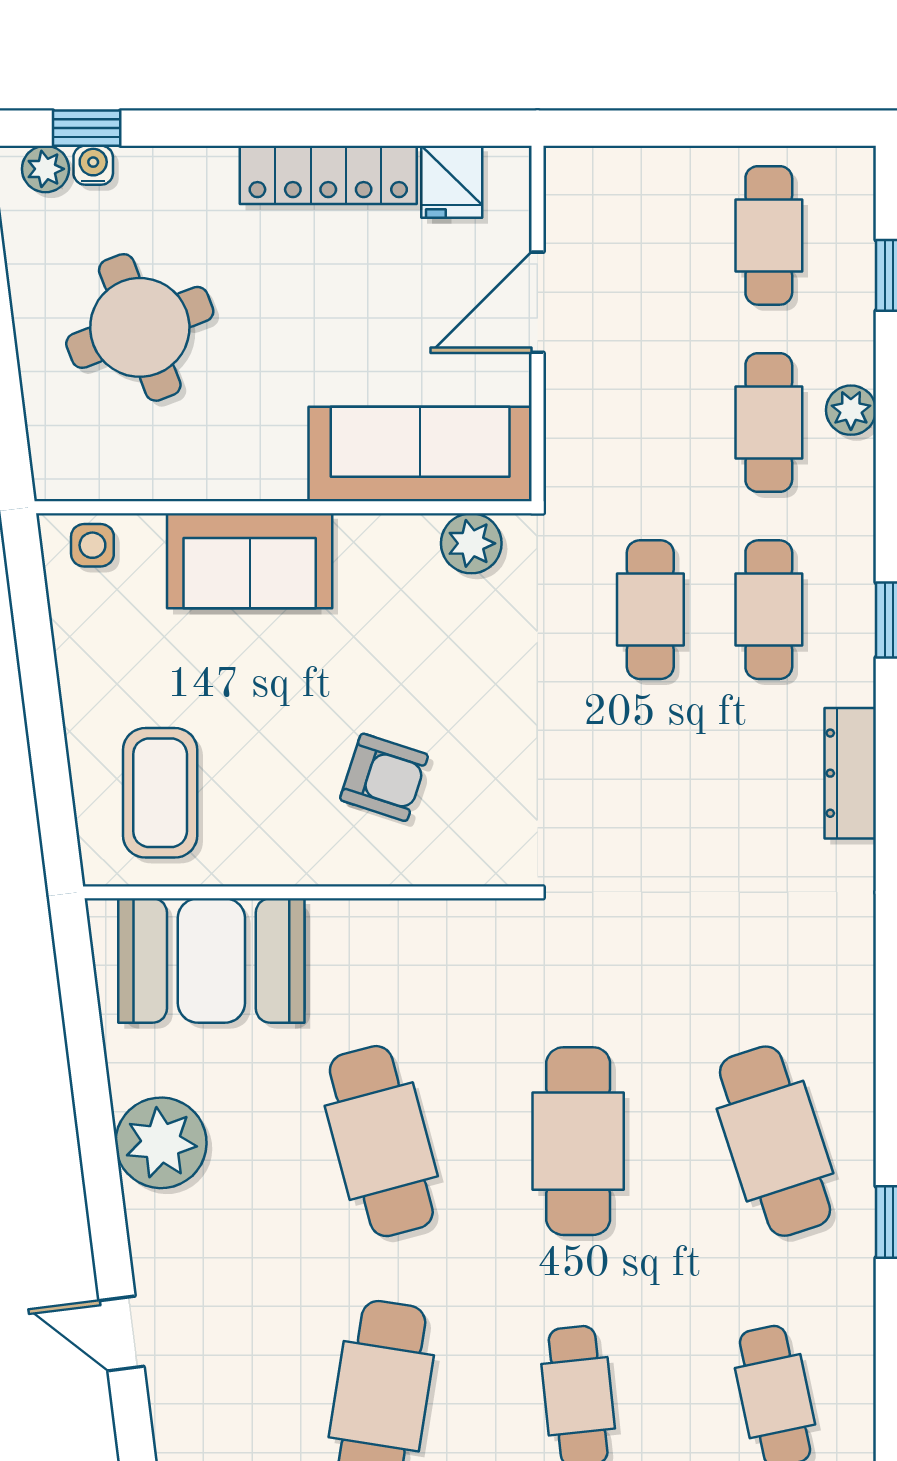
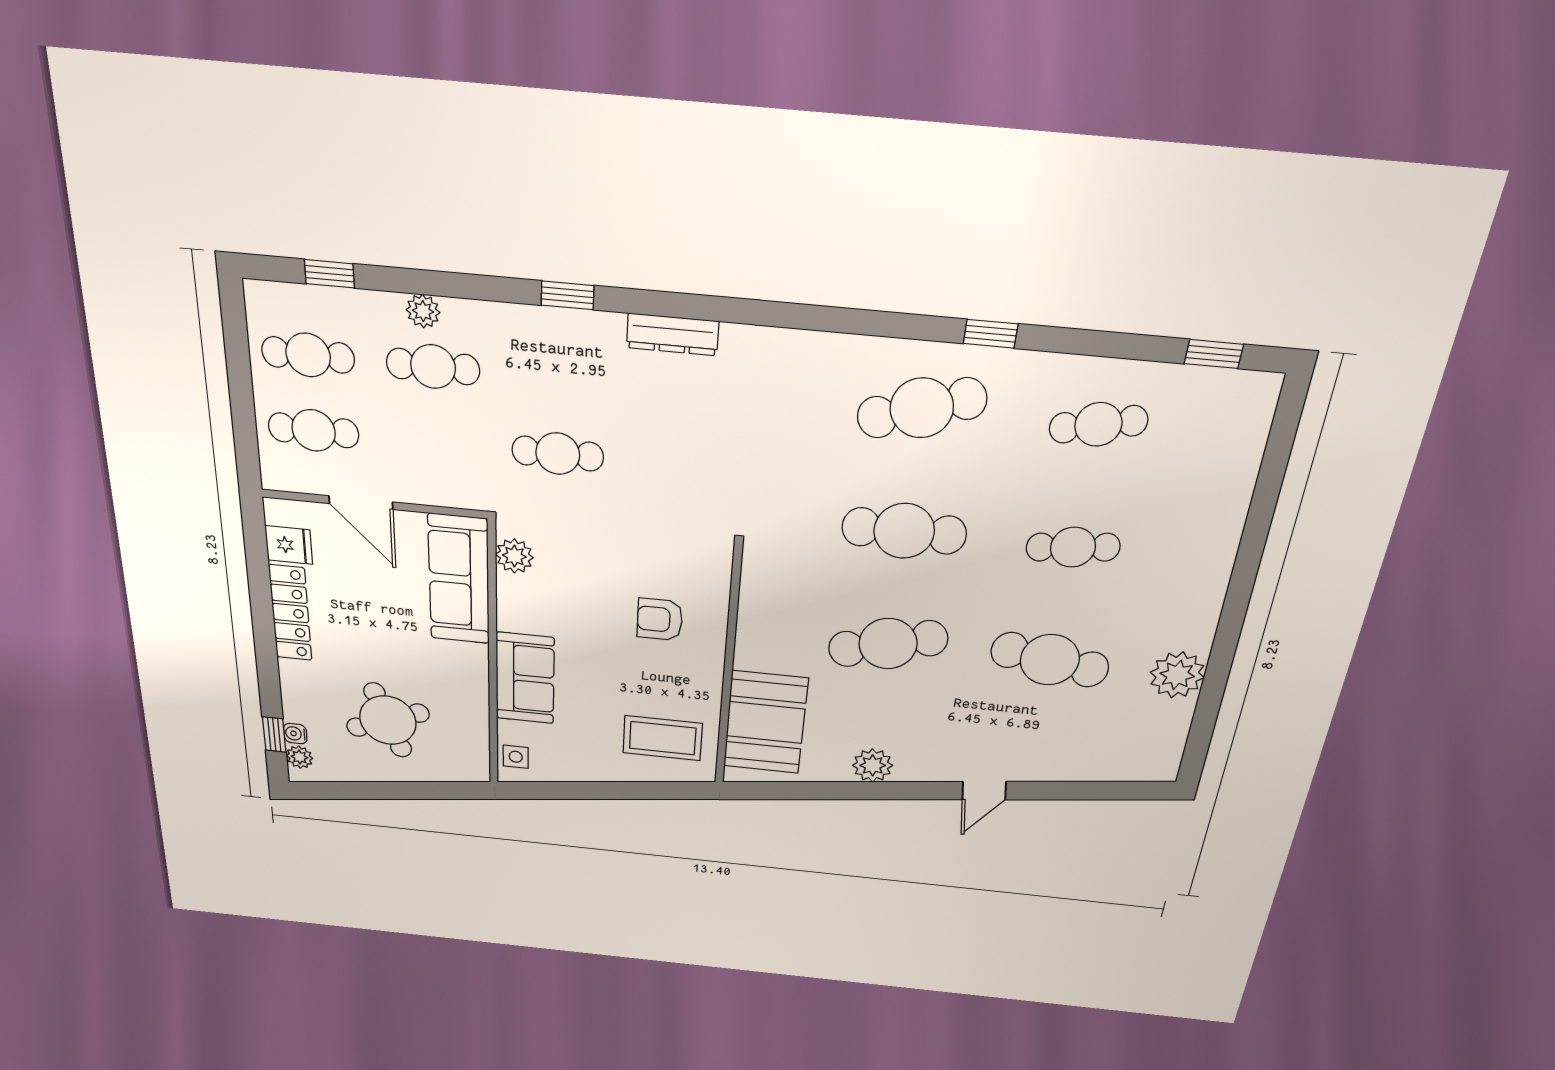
cafe table: (769, 610) -> (314, 430), moved
armchair: (384, 777) -> (660, 619), turned -108
plant: (161, 1143) -> (873, 765), width x0.73, depth x0.73

